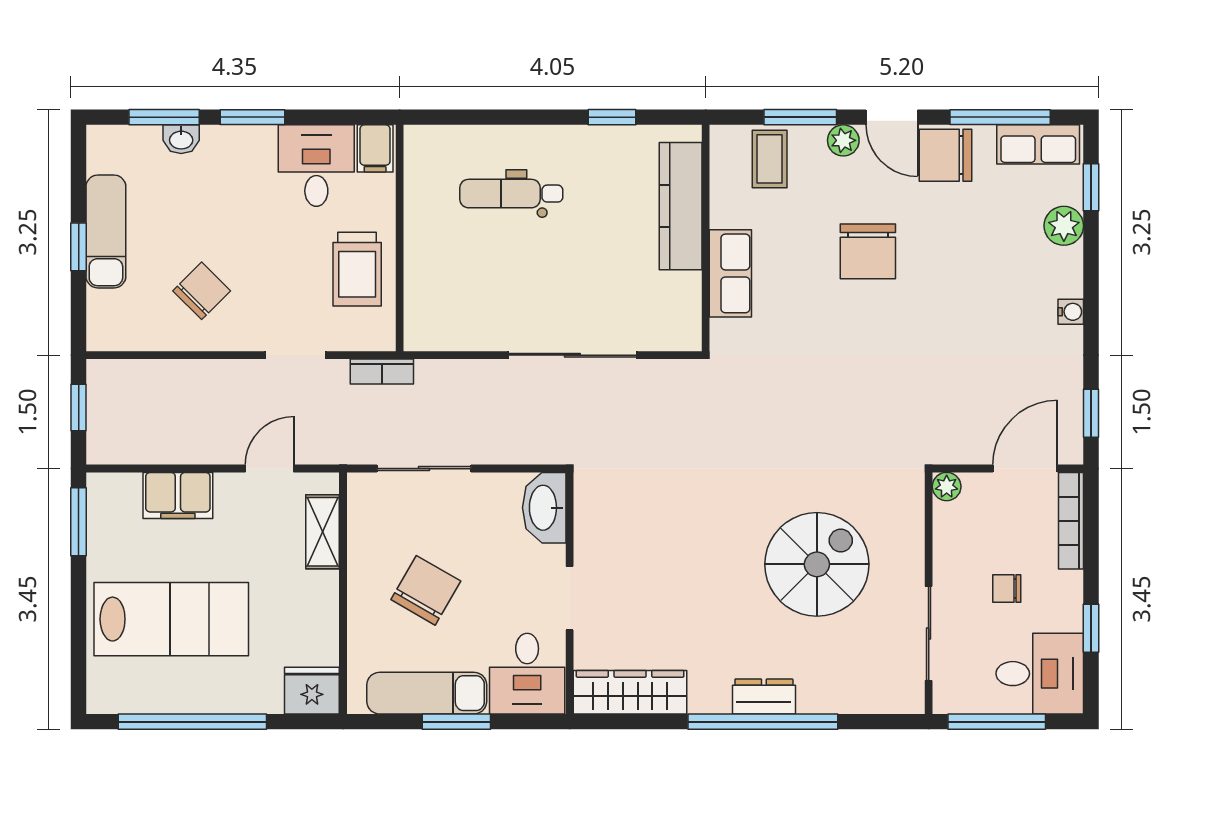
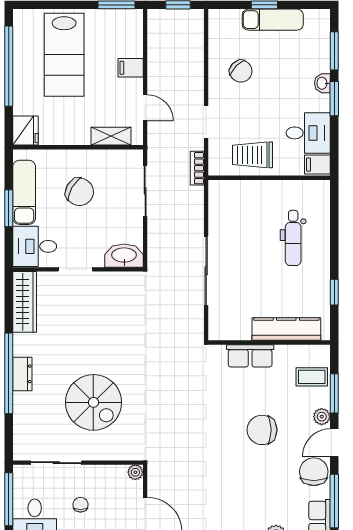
washbasin: (181, 139) -> (322, 83), moved
dental chair: (511, 194) -> (293, 238), turned 180
filing cabinet: (178, 496) -> (131, 68), width x0.50

